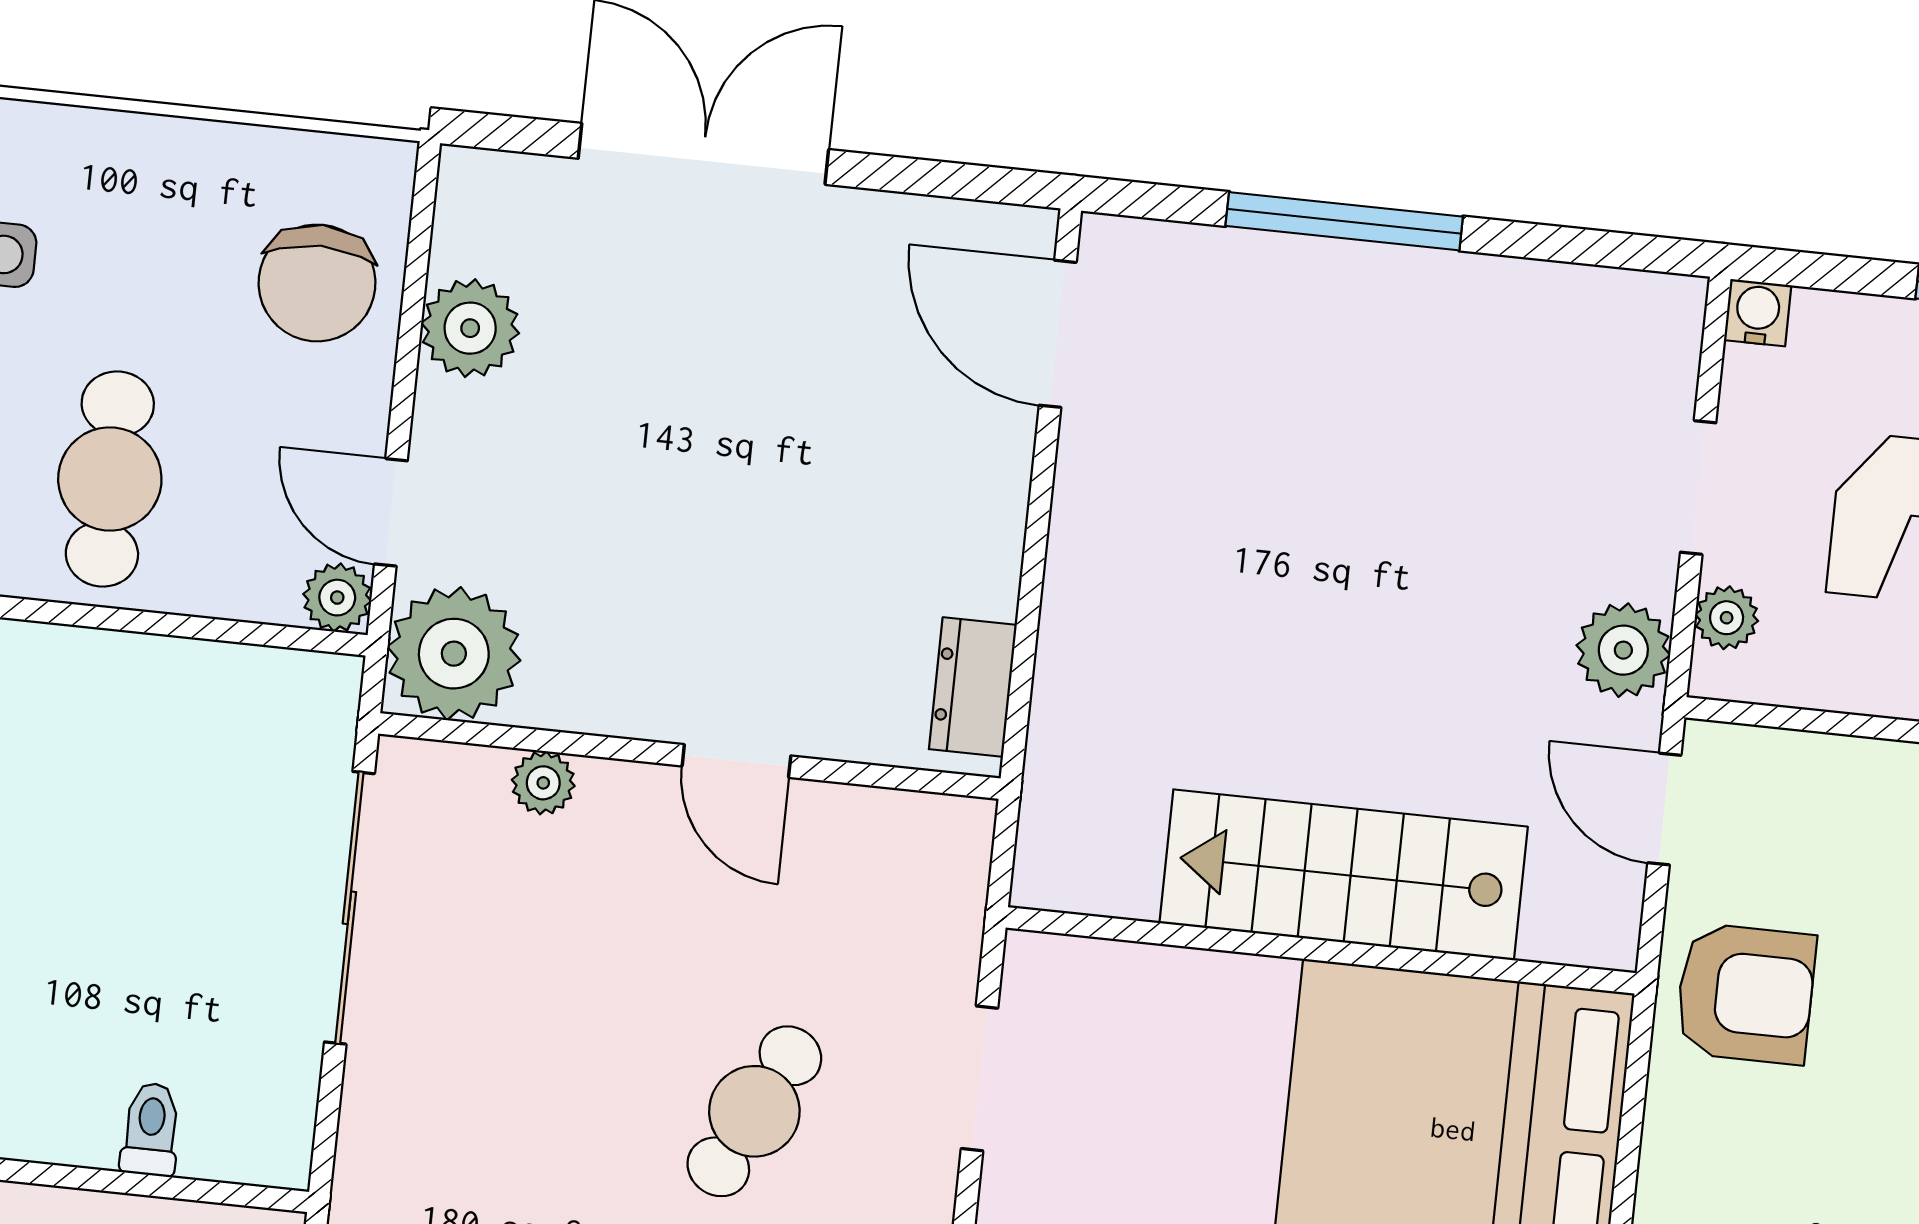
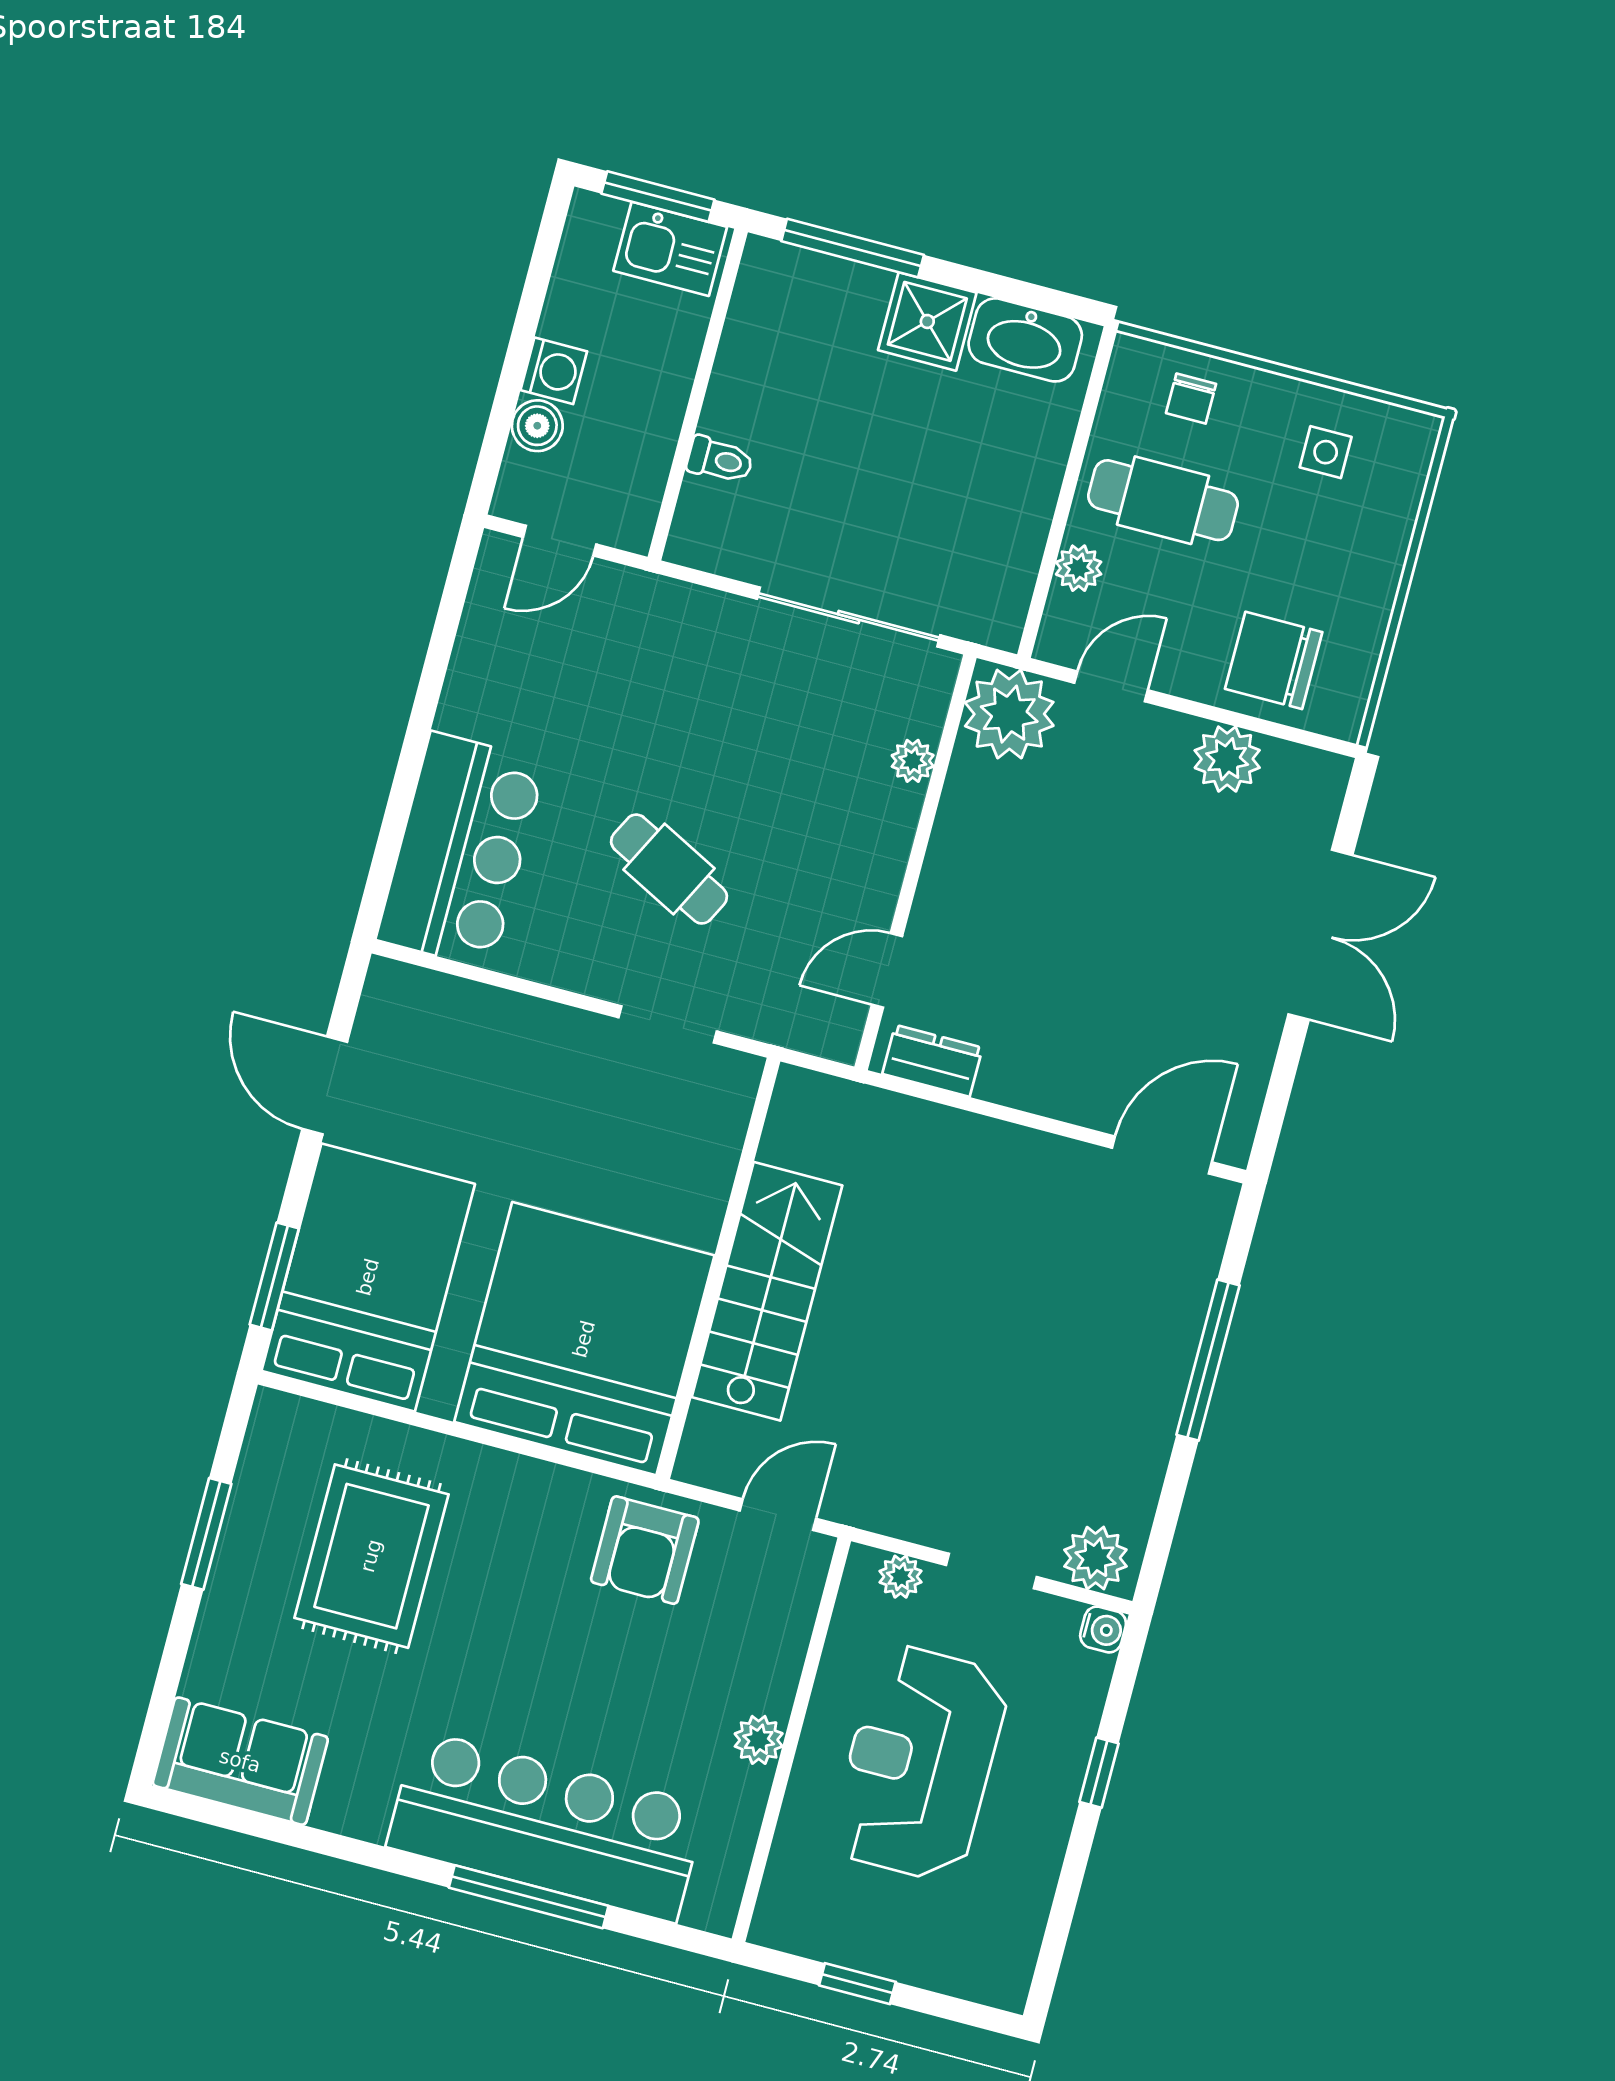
plant: (337, 598) -> (1079, 568), moved
plant: (1623, 650) -> (1095, 1558), moved
door: (736, 761) -> (887, 970), moved

